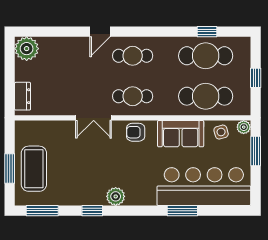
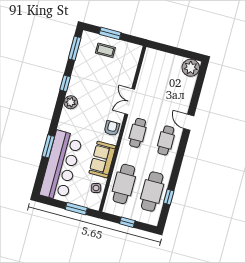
dresser: (23, 96) -> (158, 56), removed
plant: (244, 127) -> (95, 205), removed
coffee table: (34, 169) -> (105, 50), width x0.54, depth x0.58

